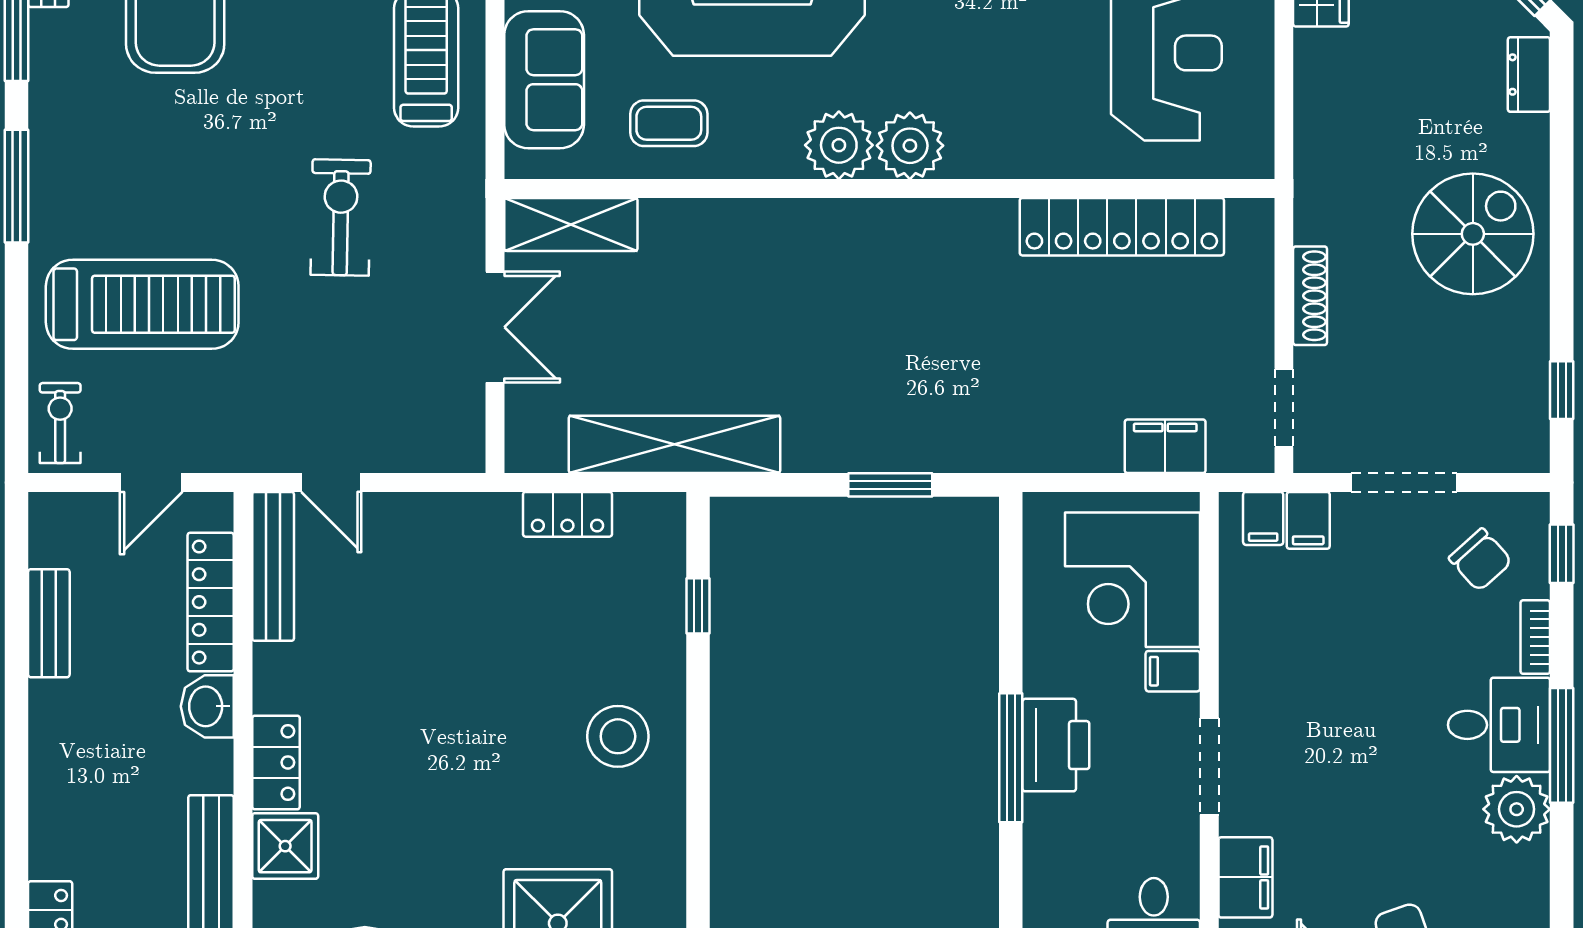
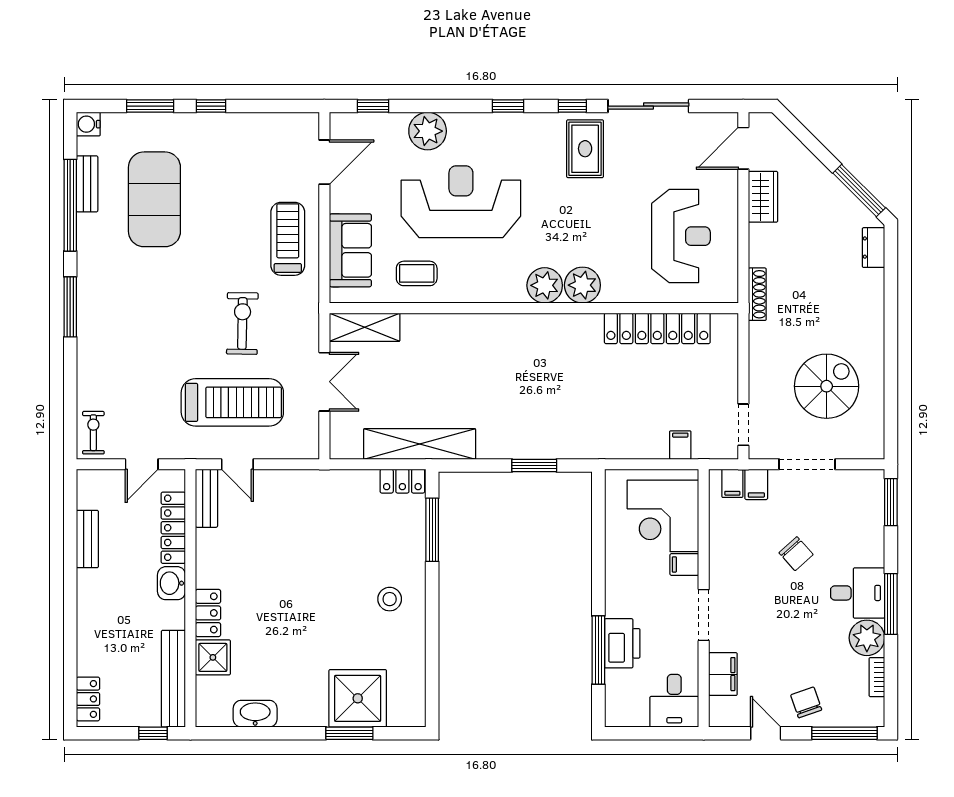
plant: (839, 145) -> (582, 285), moved
spiral stairs: (1473, 234) -> (827, 386), moved
shoe rack: (1310, 296) -> (757, 294), moved
treadmill: (142, 304) -> (232, 402), moved
window: (1562, 390) -> (891, 415), removed
filing cabinet: (1165, 446) -> (680, 445), width x0.50
locker: (567, 514) -> (402, 481), moved
window: (1562, 554) -> (891, 502), width x1.50
chair: (1480, 560) -> (796, 554), moved
bench: (273, 566) -> (206, 498), width x0.73
window: (698, 606) -> (432, 530), width x2.17
bookcase: (1535, 637) -> (877, 677), moved
stool: (618, 736) -> (390, 599), width x0.73, depth x0.73
printer: (1056, 745) -> (622, 643), moved
window: (1011, 758) -> (598, 650), moved

